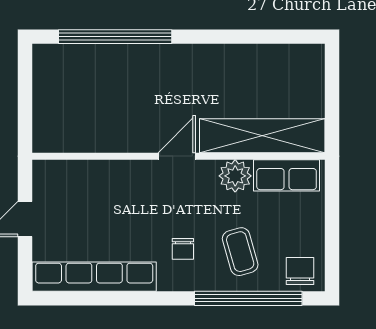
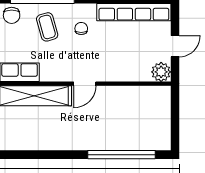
plant: (235, 176) -> (161, 72), moved

